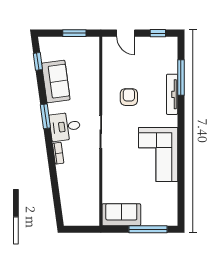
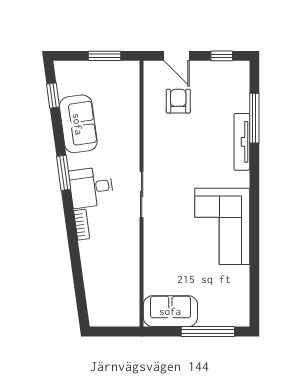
armchair: (129, 97) -> (178, 101), moved

